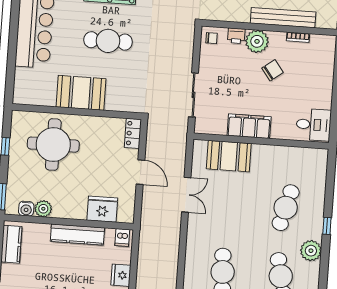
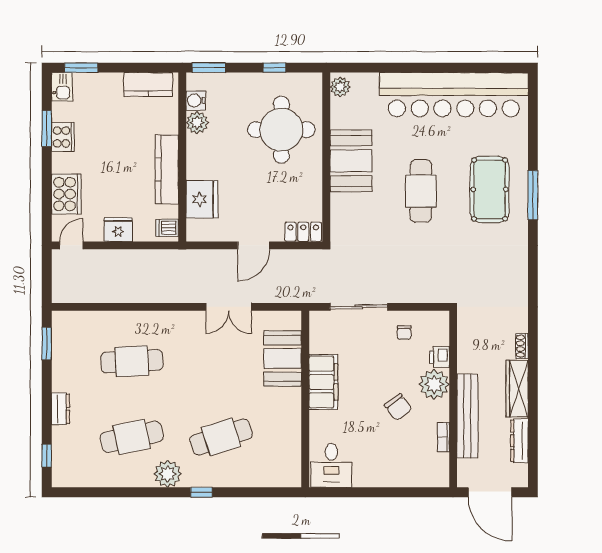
chair: (212, 38) -> (404, 333), moved
plant: (24, 97) -> (340, 87), added
cafe table: (286, 208) -> (221, 437), turned -33

